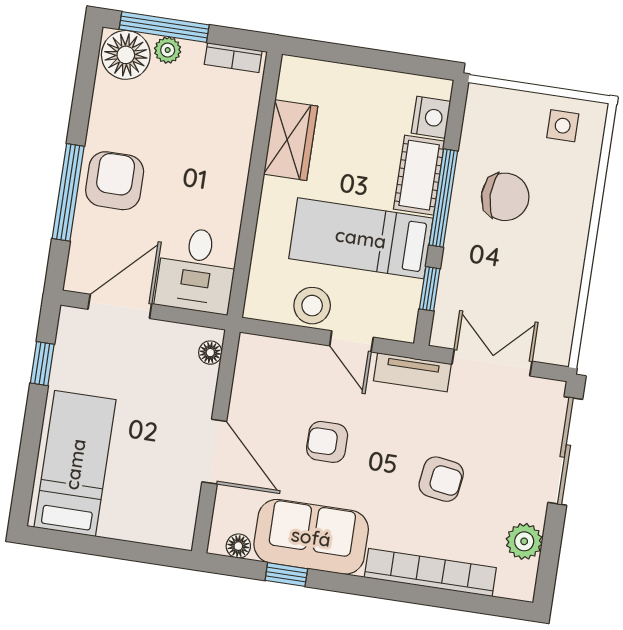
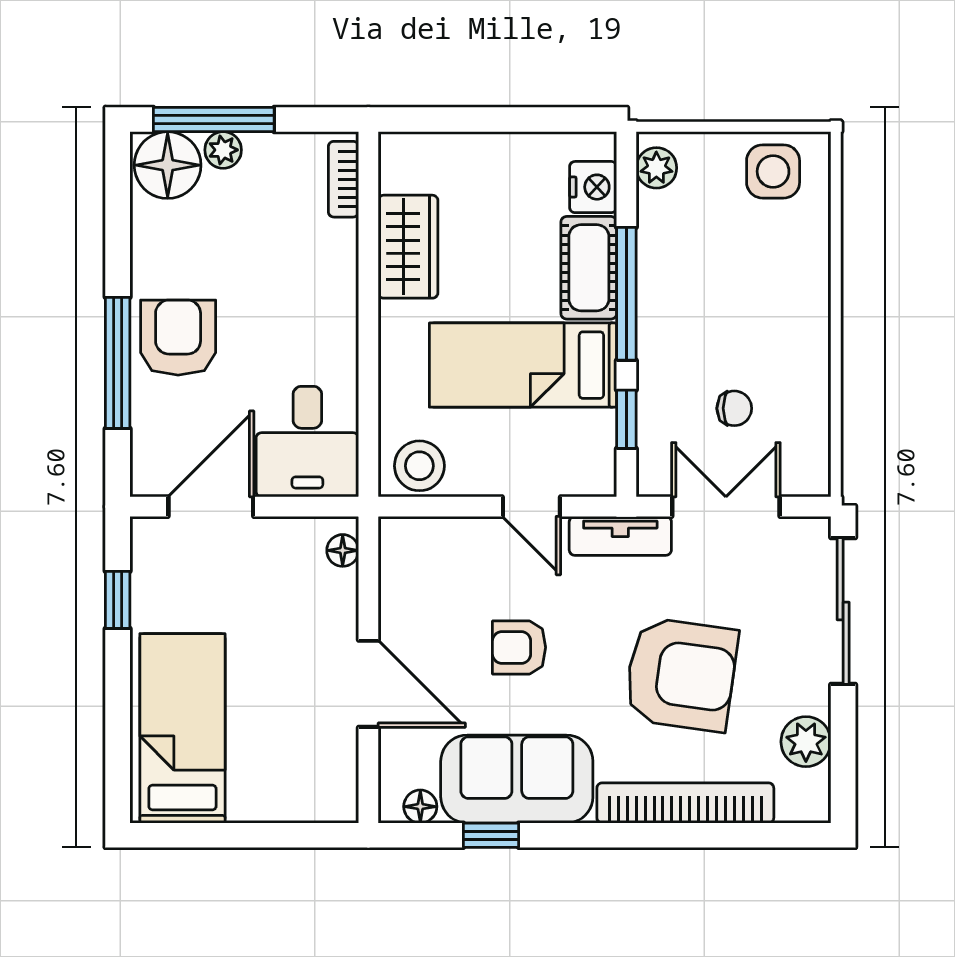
bookcase: (233, 58) -> (344, 179), moved, turned 90
plant: (479, 110) -> (656, 168), added
side table: (563, 126) -> (773, 171), width x1.37, depth x1.37
chair: (505, 197) -> (734, 408), moved, width x0.54, depth x0.54
stool: (312, 306) -> (419, 466), moved
armchair: (441, 479) -> (681, 674), width x1.88, depth x1.88

